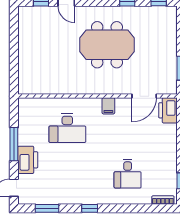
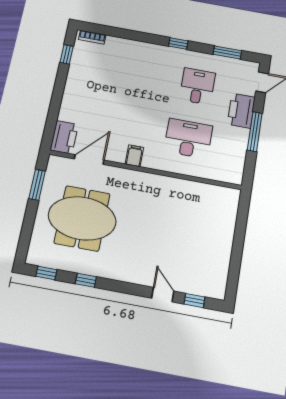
meeting table: (107, 45) -> (82, 218), moved
desk: (128, 174) -> (197, 86), moved

